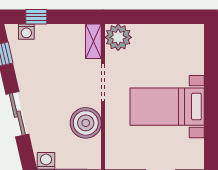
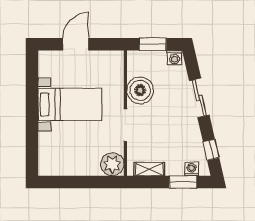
window: (36, 17) -> (183, 182), width x1.50
shelving: (93, 41) -> (149, 169), moved, turned 90

